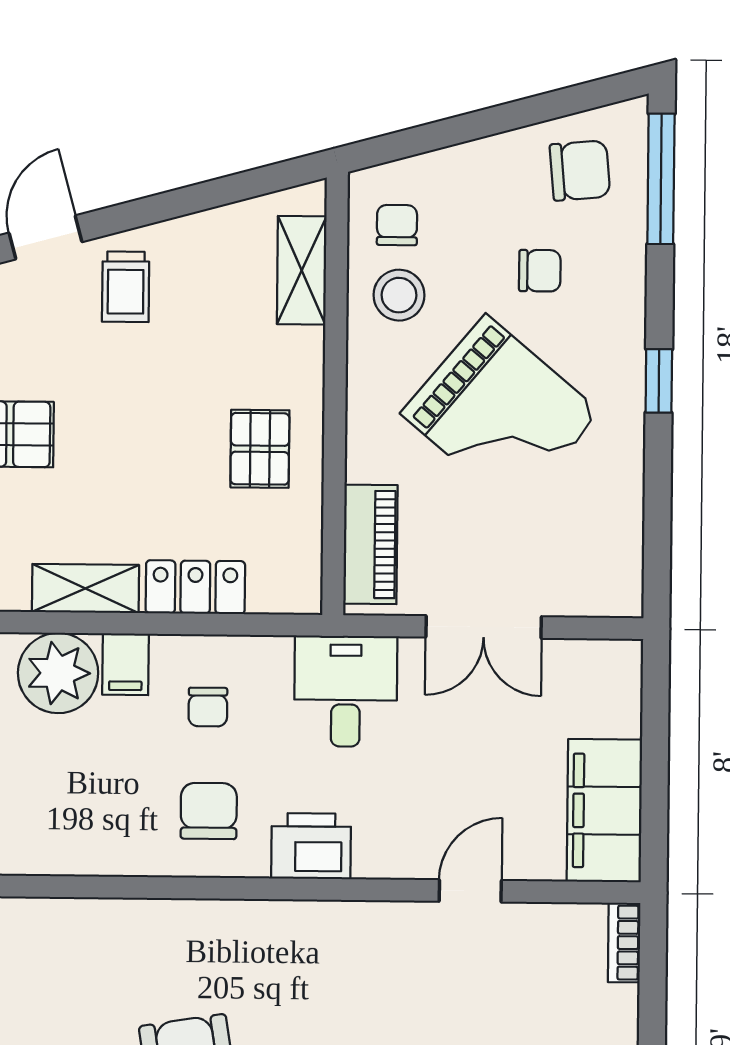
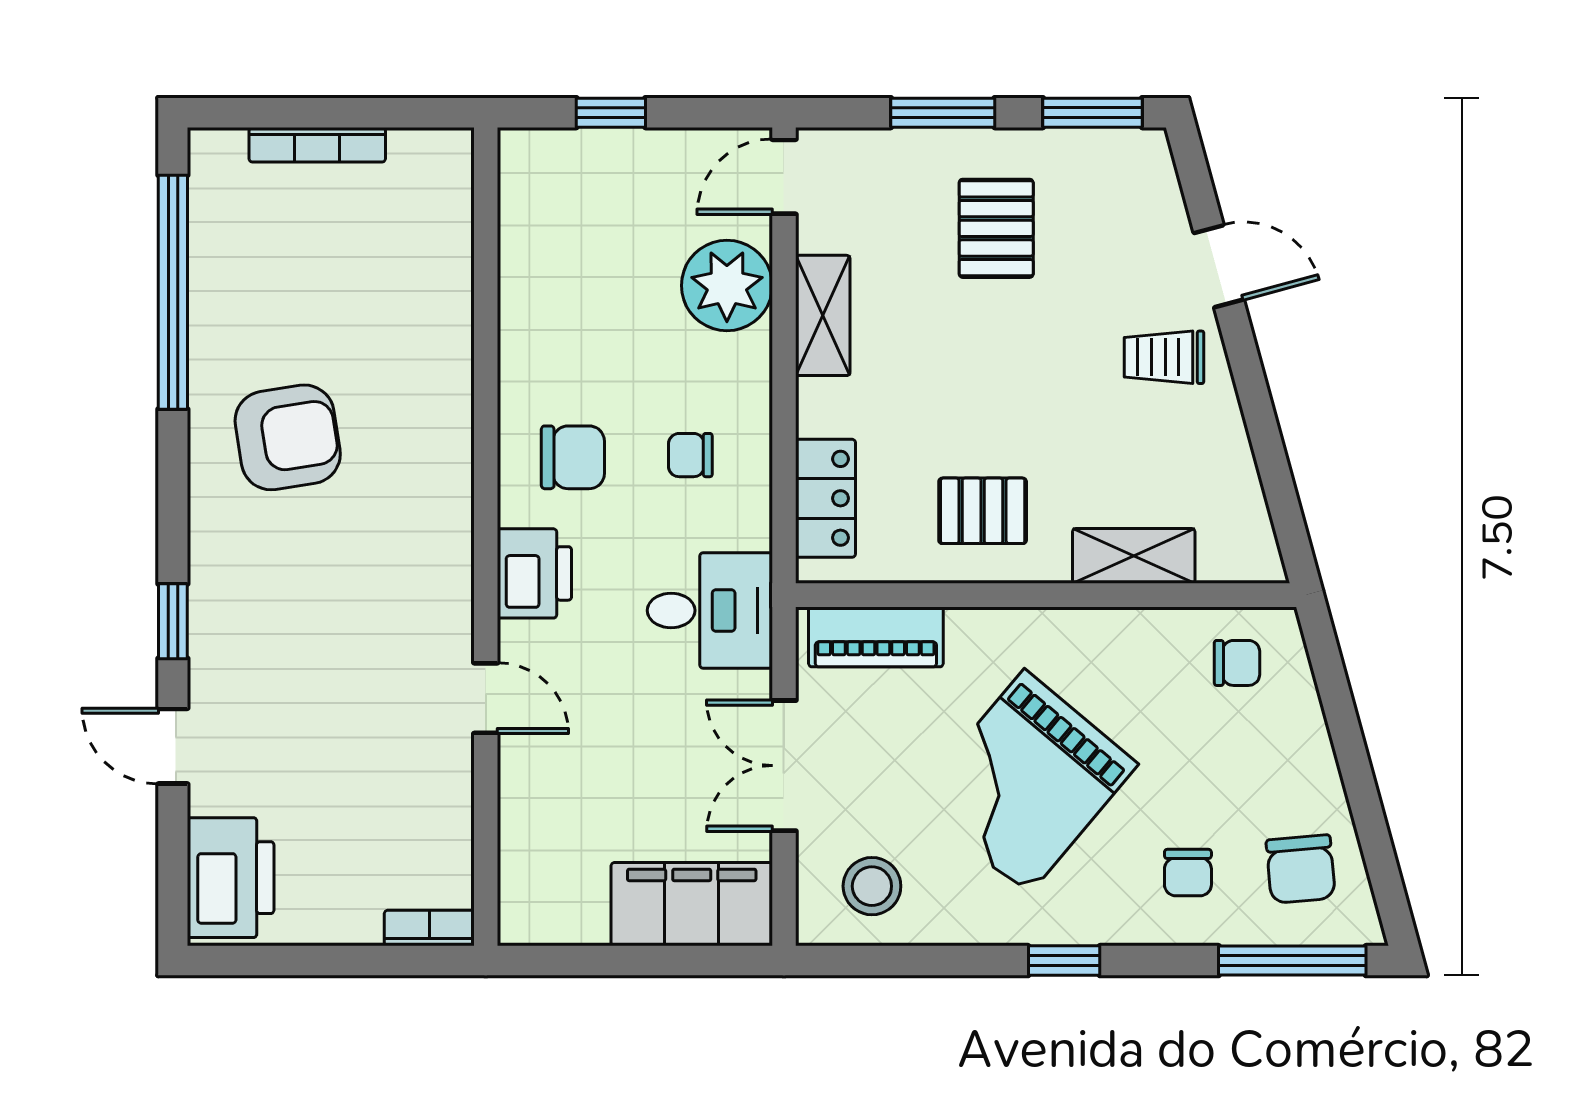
shelving: (302, 270) -> (1134, 556), moved
chair: (540, 271) -> (1188, 873), moved
stool: (399, 295) -> (872, 886), moved
locker: (195, 587) -> (826, 498), moved
filing cabinet: (126, 664) -> (738, 362), removed
filing cabinet: (604, 811) -> (692, 904), moved
door: (470, 891) -> (486, 698), moved

